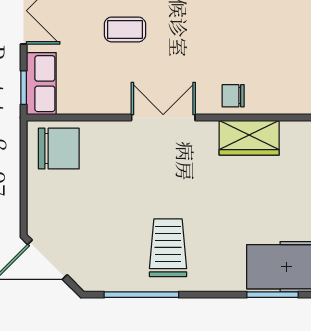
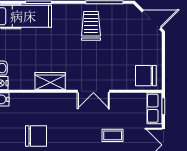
chair: (233, 96) -> (36, 136), moved, width x1.87, depth x1.87
trolley: (168, 248) -> (91, 26), turned 180

